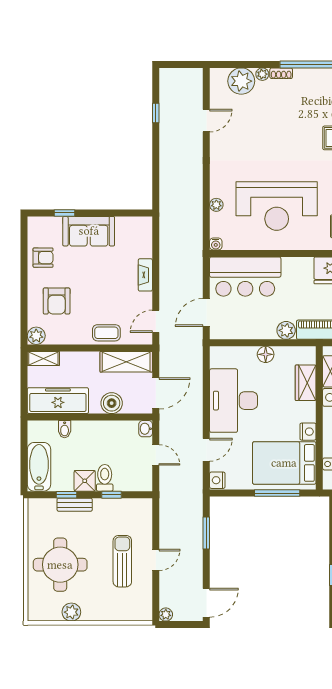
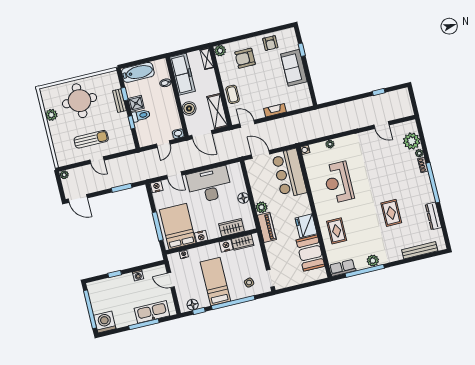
reception desk: (277, 206) -> (338, 182), width x0.74, depth x0.77

